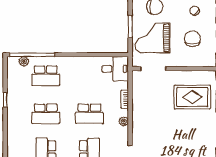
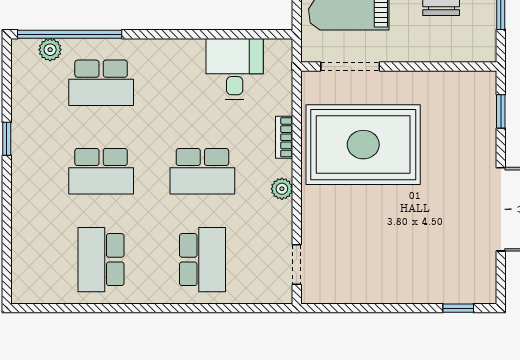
desk: (115, 69) -> (235, 69), moved, turned -90
rug: (192, 97) -> (363, 145), moved, width x1.37, depth x1.44

